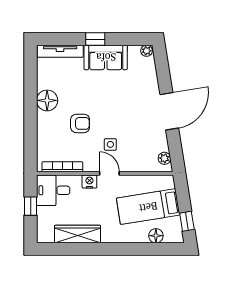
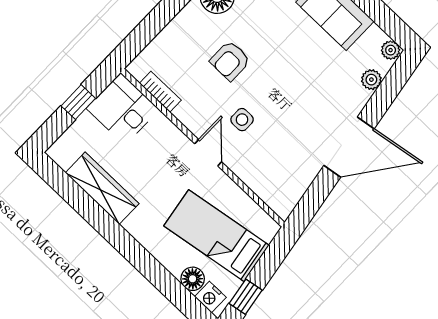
armchair: (80, 123) -> (230, 61), turned 90
plant: (164, 158) -> (371, 80), moved
bookcase: (62, 167) -> (160, 92), width x0.64
nightstand: (89, 182) -> (210, 297), moved, turned 180

